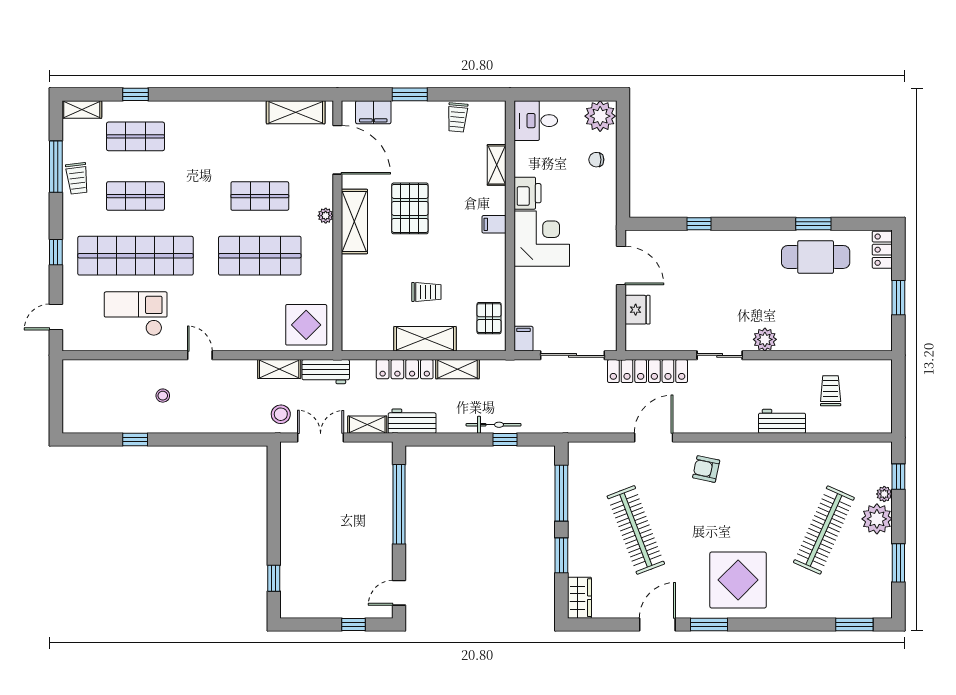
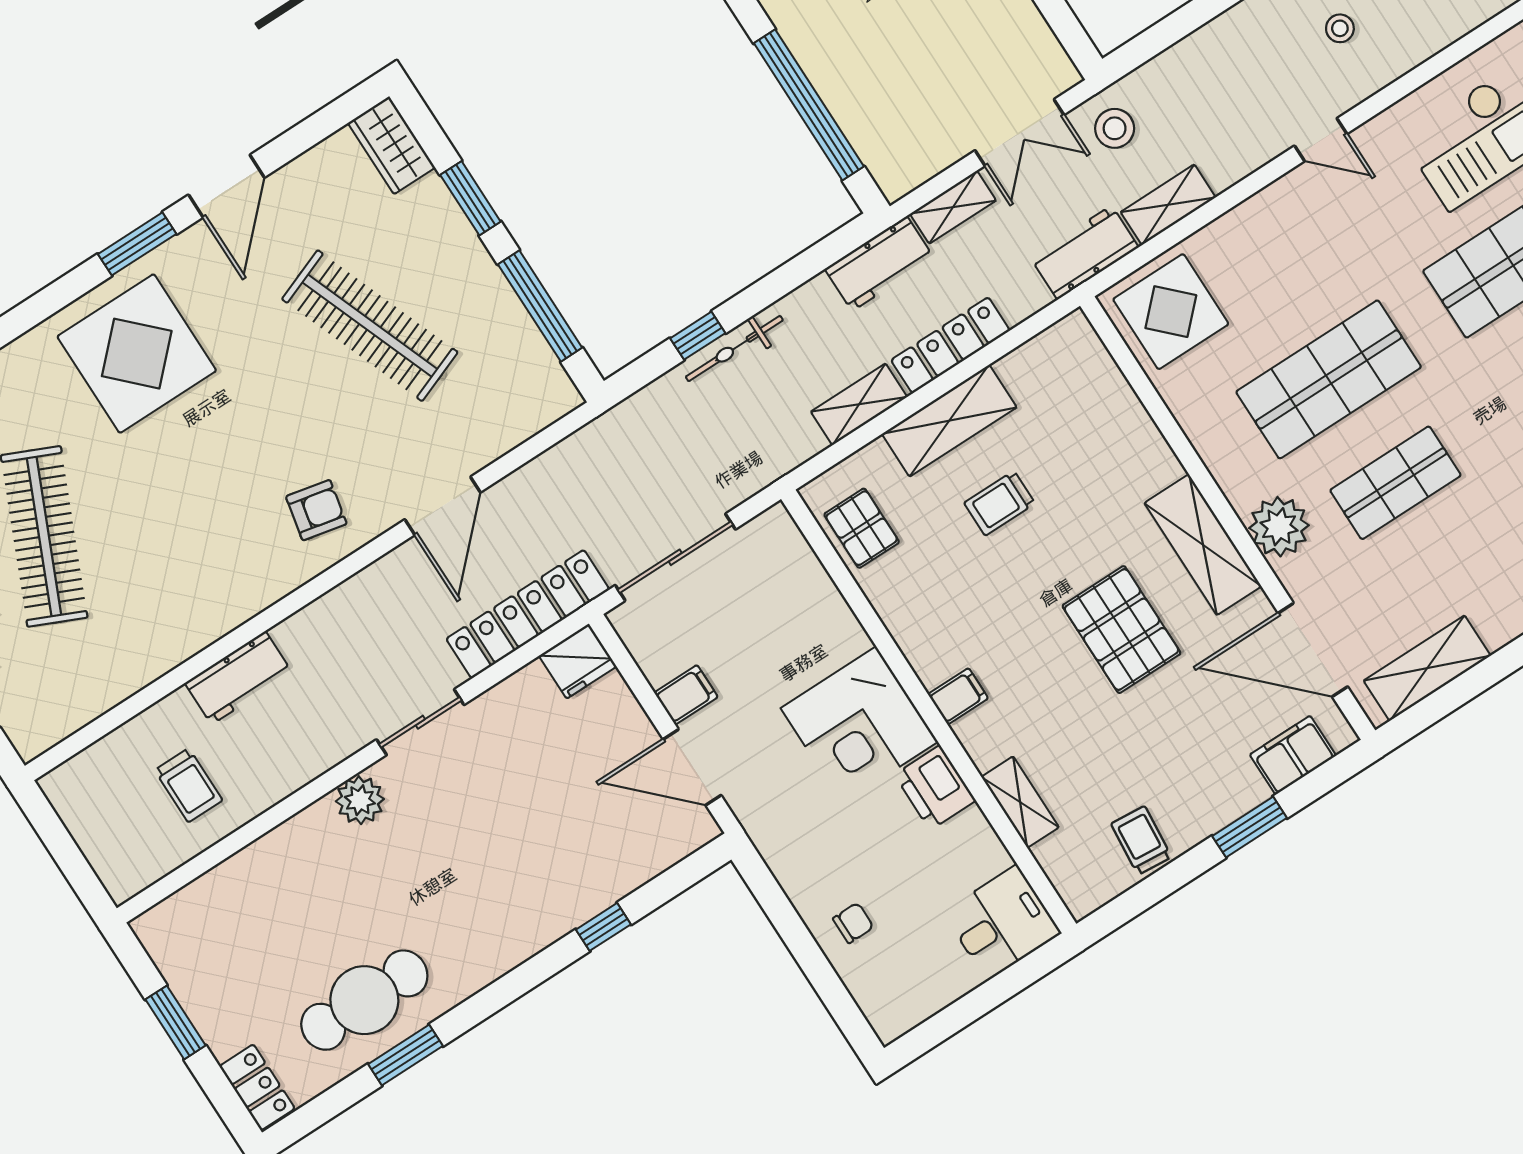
plant: (600, 116) -> (896, 1003), removed
plant: (326, 216) -> (1279, 527), width x1.87, depth x1.87
fridge: (638, 310) -> (578, 661), moved, turned -90
filing cabinet: (523, 339) -> (686, 695), moved, turned -90

